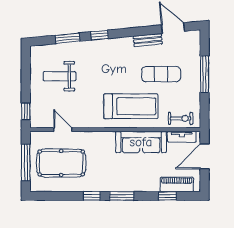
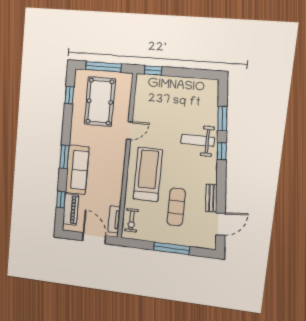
weight bench: (60, 76) -> (198, 140), moved, turned -90
treadmill: (131, 106) -> (148, 174), turned 180
door: (63, 130) -> (129, 131), moved
sofa: (141, 142) -> (77, 170), moved, turned 180
window: (92, 196) -> (69, 95), moved

